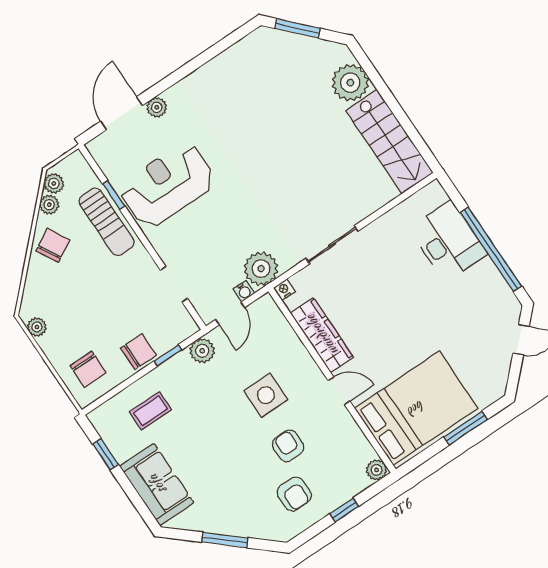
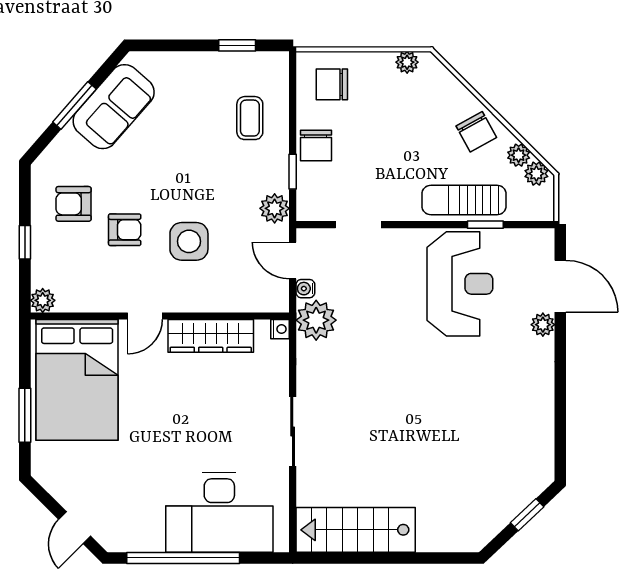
window: (298, 28) -> (527, 515), width x0.67
plant: (350, 83) -> (439, 530), removed
desk: (448, 241) -> (219, 512), width x1.36, depth x1.30
sliding door: (332, 245) -> (293, 431), moved
sofa: (157, 484) -> (114, 107), moved, turned -49

